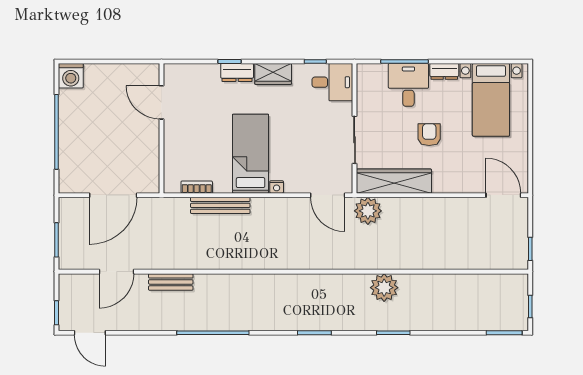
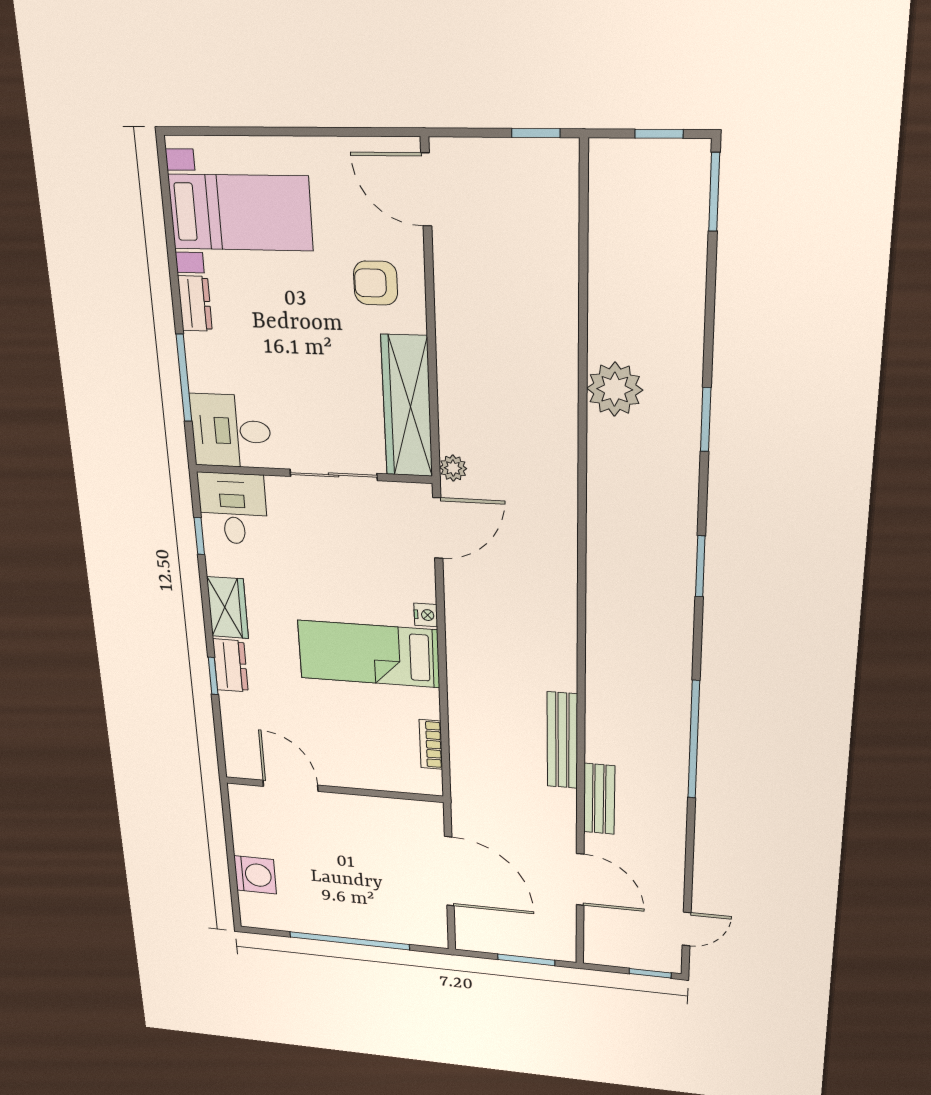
washing machine: (71, 76) -> (255, 875), moved
desk: (408, 85) -> (231, 431), moved
door: (162, 102) -> (290, 786), swing flipped
armchair: (429, 135) -> (376, 283), moved
door: (503, 195) -> (426, 190), hinge flipped
bench: (220, 205) -> (562, 740), moved
plant: (368, 211) -> (453, 468), width x0.53, depth x0.53
plant: (384, 288) -> (615, 389), moved
door: (90, 333) -> (687, 929), width x0.73

